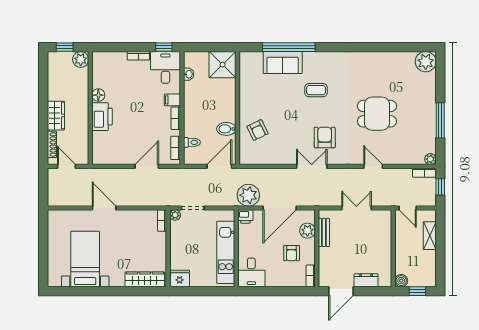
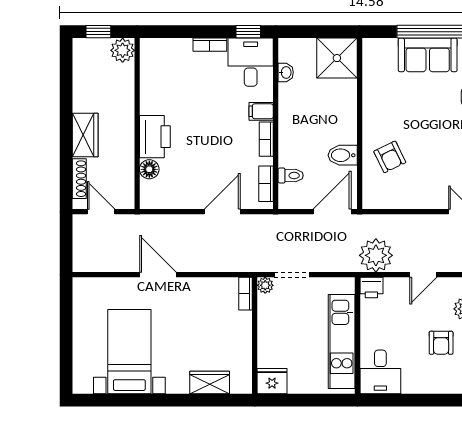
floor lamp: (98, 95) -> (149, 169), moved
door: (280, 208) -> (423, 275), width x0.53
wardrobe: (145, 279) -> (210, 382), width x0.67

